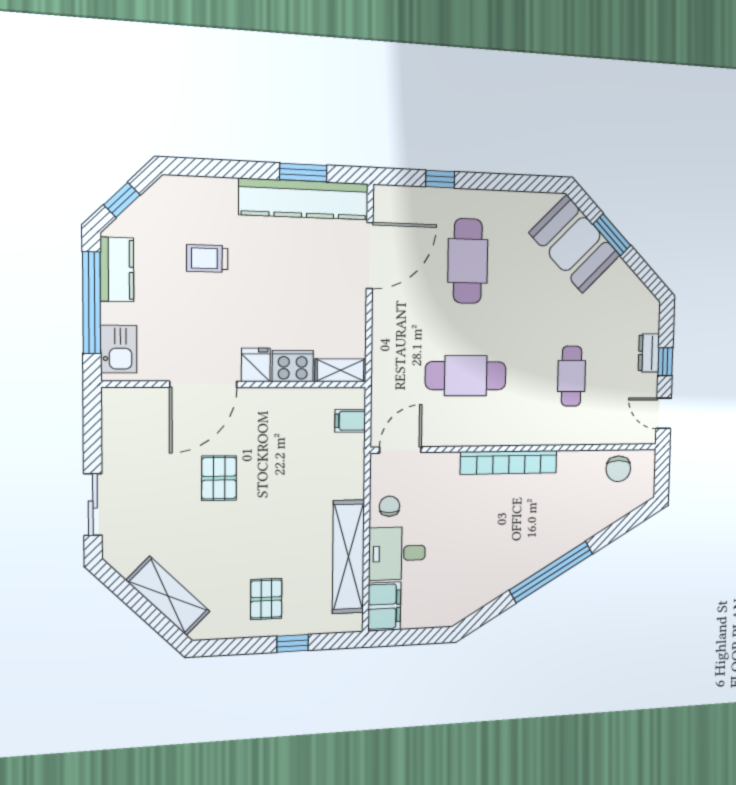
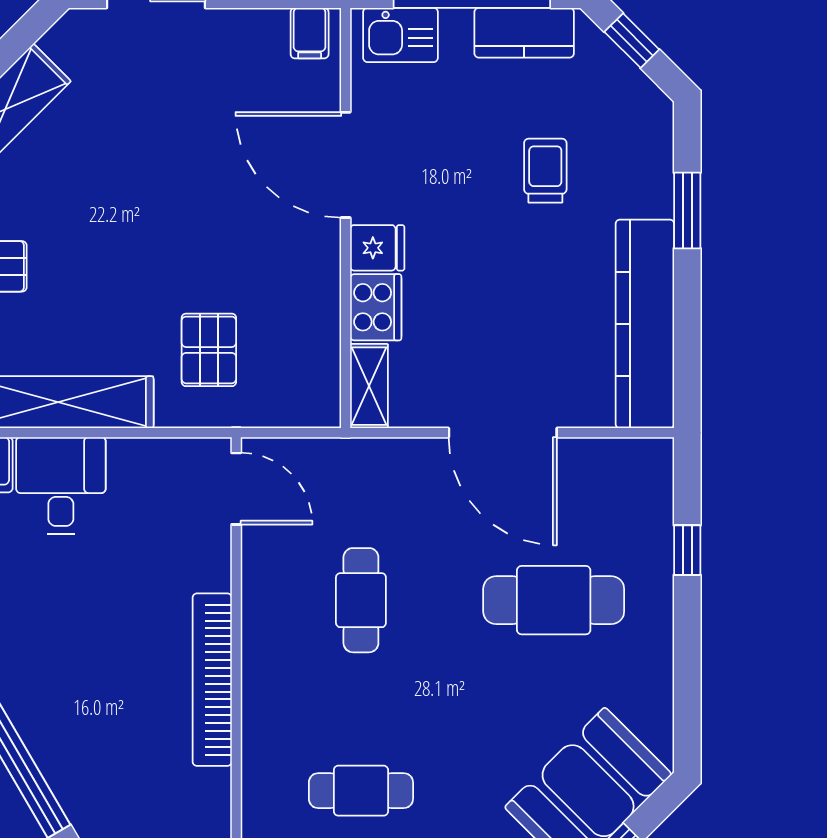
window: (303, 172) -> (687, 211), moved
door: (370, 256) -> (503, 433), moved
cafe table: (466, 376) -> (361, 600), width x0.73, depth x0.74
filing cabinet: (350, 421) -> (310, 33), moved, turned 180
pallet: (219, 478) -> (209, 350), moved, turned 90
chair: (389, 506) -> (141, 471), removed

